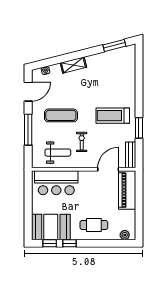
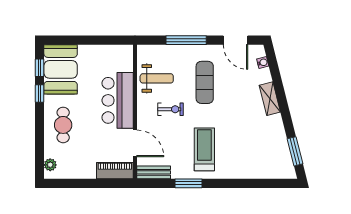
weight bench: (58, 153) -> (157, 78), turned -90
bar counter: (56, 183) -> (118, 100), moved
piano: (127, 190) -> (115, 171), width x0.73, depth x0.75

